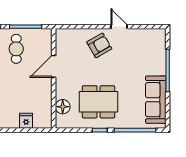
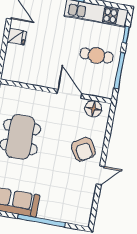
floor lamp: (63, 107) -> (93, 109), moved
fridge: (26, 121) -> (17, 37), moved

